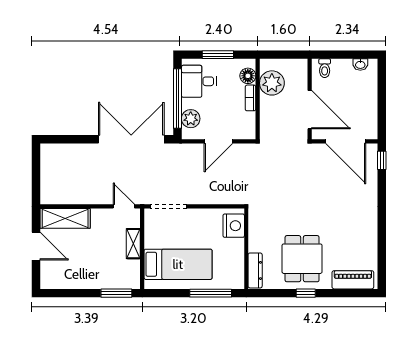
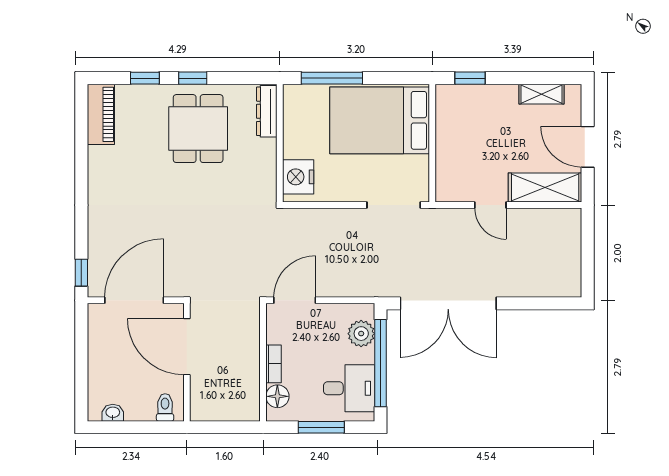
plant: (272, 83) -> (242, 386), removed
door: (218, 141) -> (295, 300), moved
door: (346, 141) -> (134, 300), hinge flipped
door: (124, 206) -> (490, 205), moved
shelving: (133, 244) -> (542, 94), moved, turned 90
bed: (178, 264) -> (380, 120), width x1.50
piano: (353, 280) -> (101, 114), moved, turned -90
window: (116, 293) -> (470, 78), width x0.67
window: (338, 293) -> (145, 78), added

